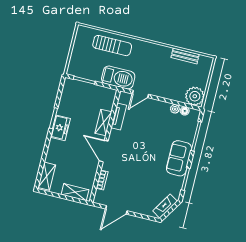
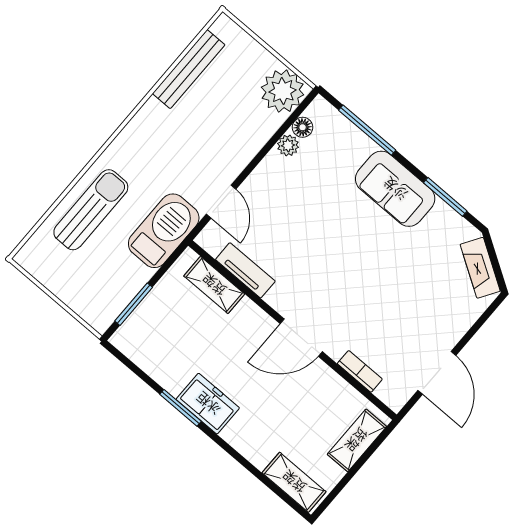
bench: (185, 56) -> (189, 69), width x1.36
shelving: (103, 123) -> (214, 285), moved

